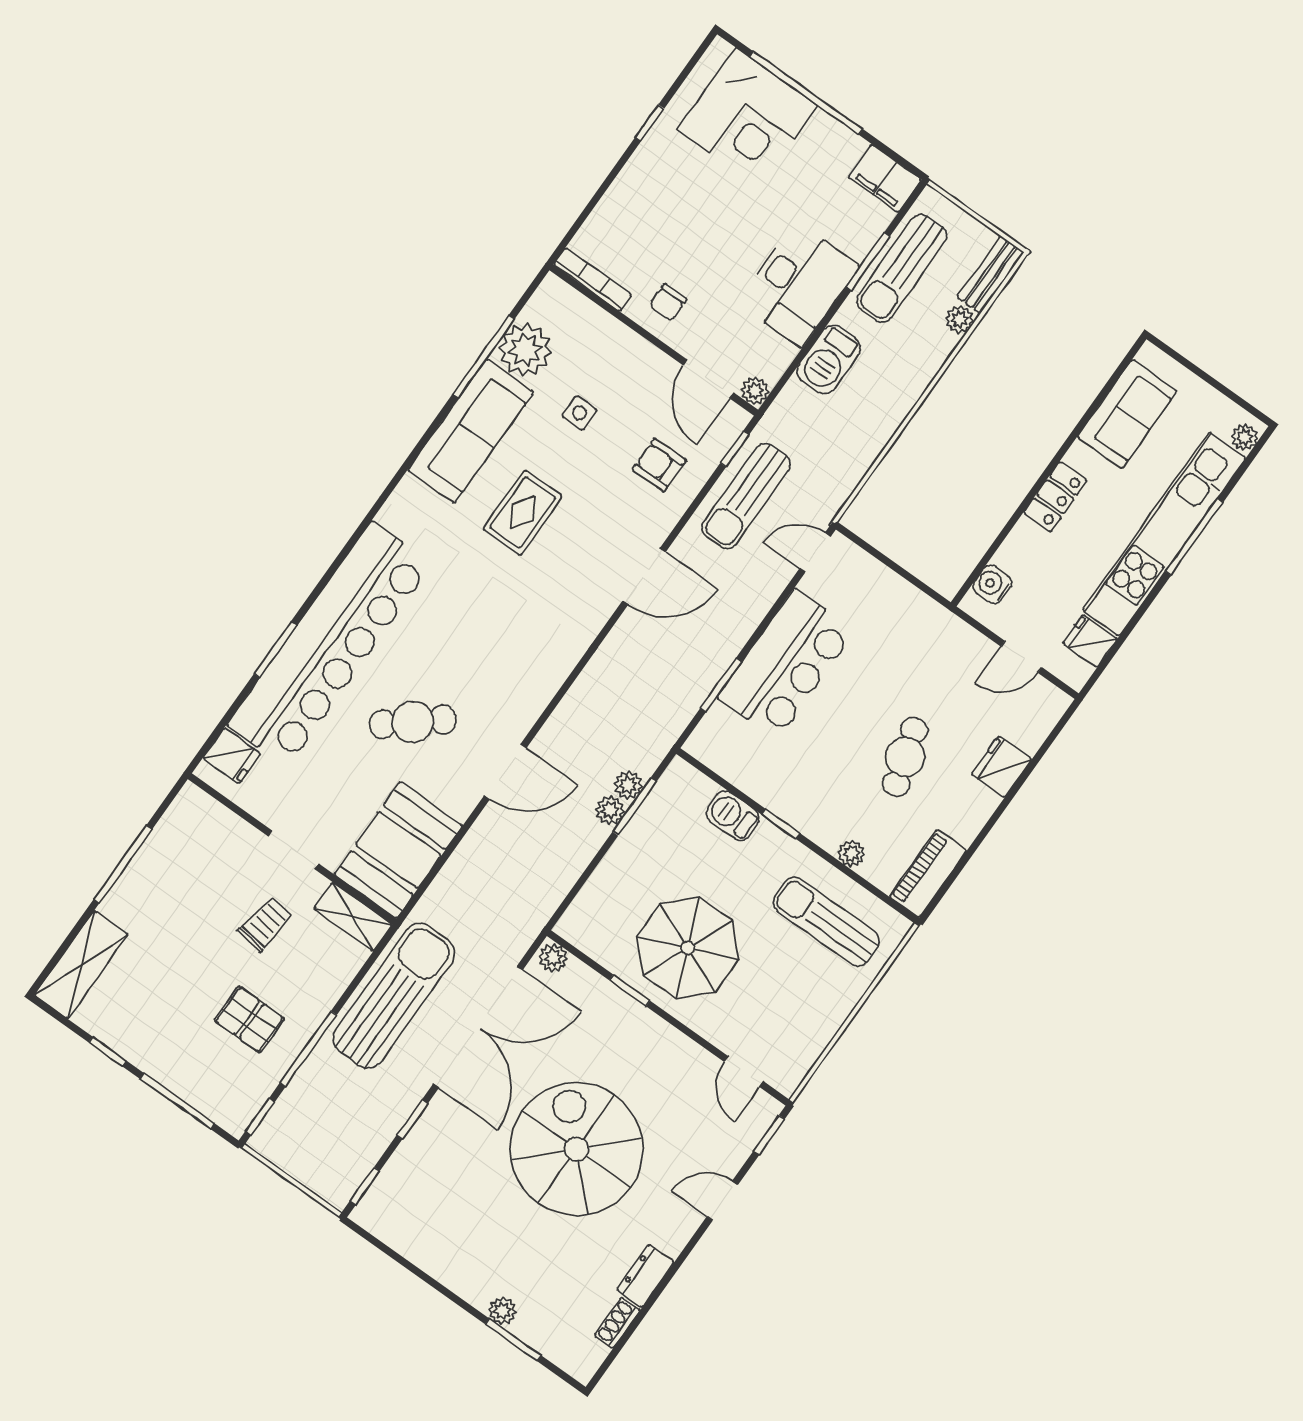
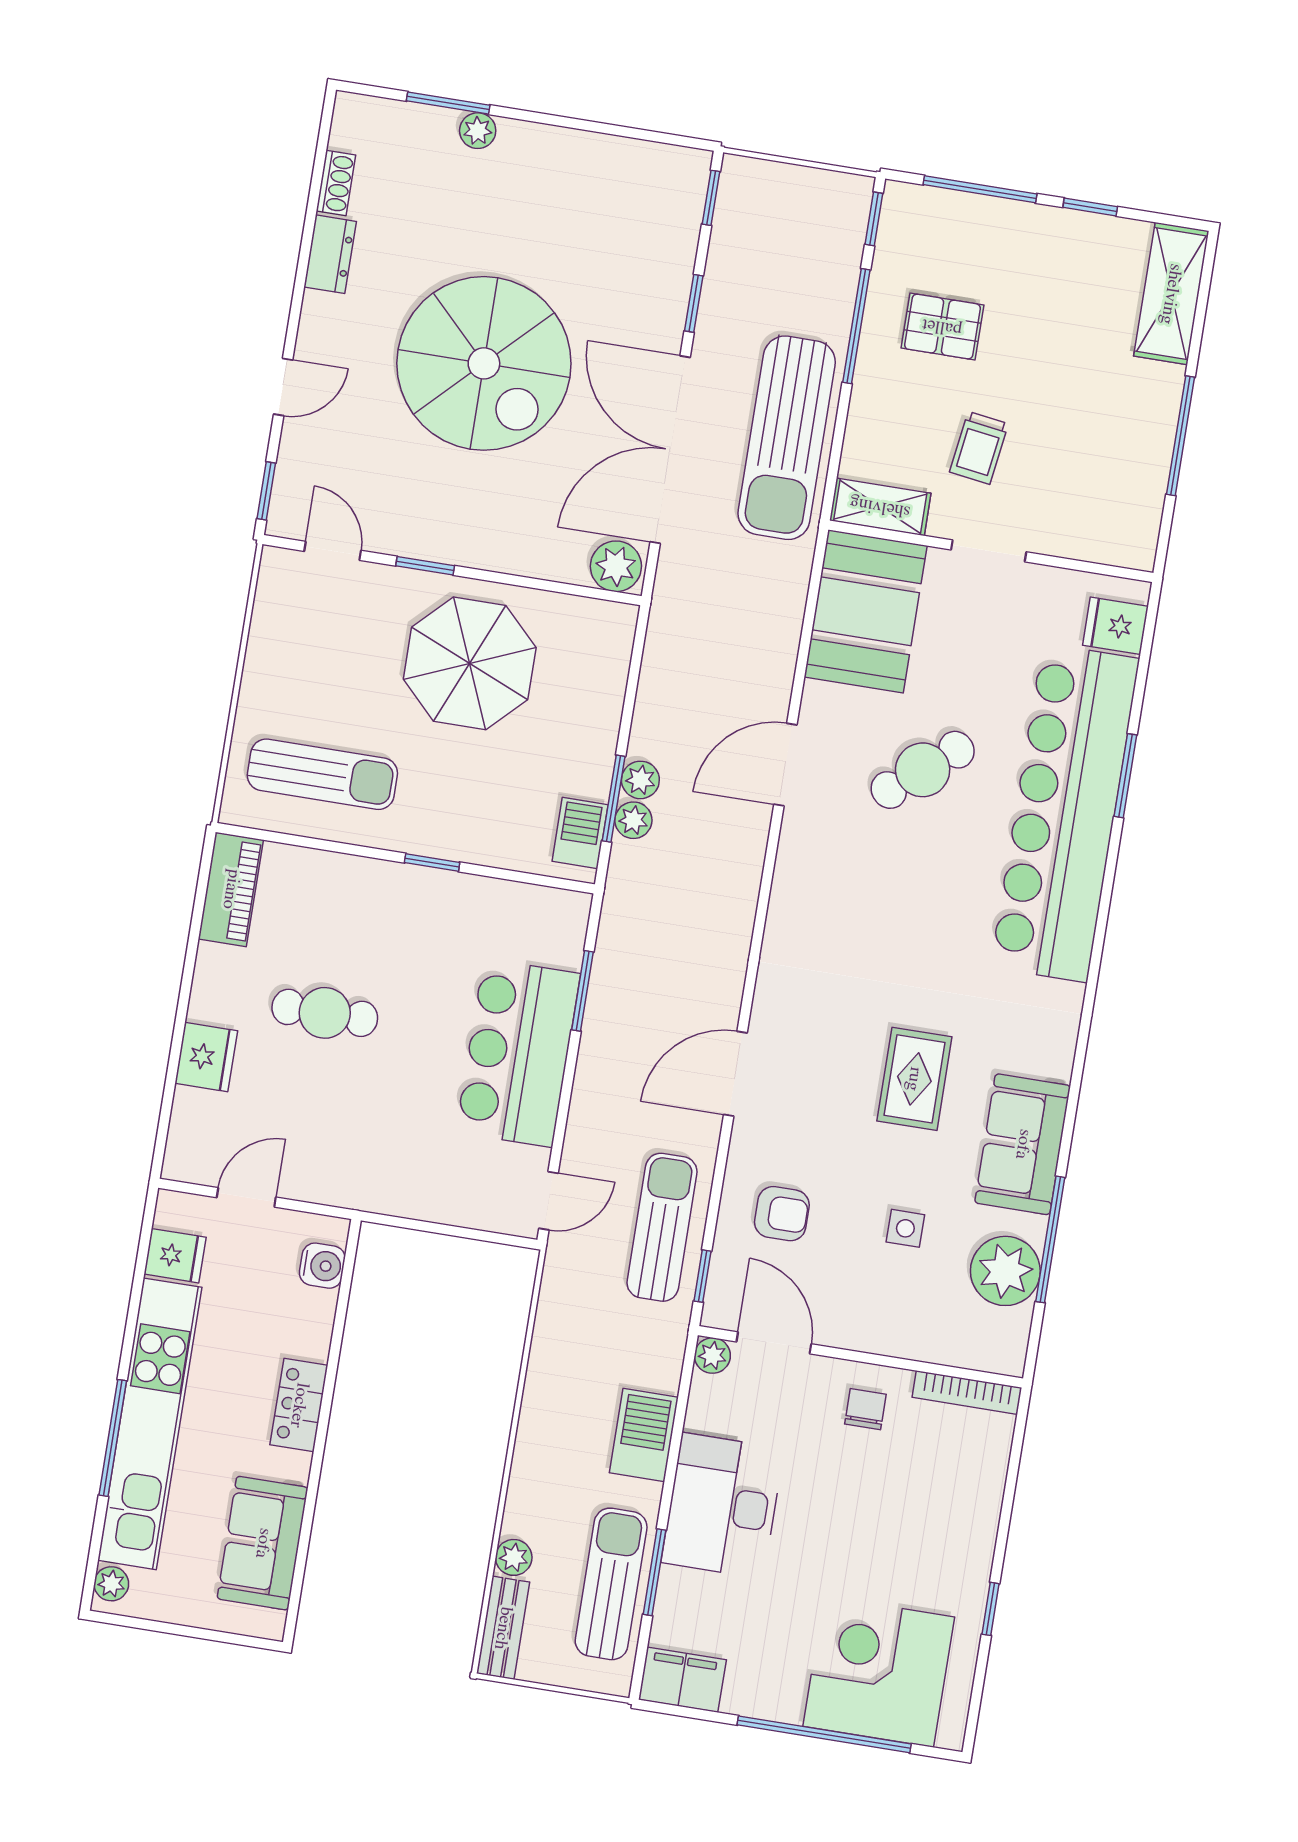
sofa: (471, 431) -> (1023, 1144), width x0.73
cafe table: (905, 757) -> (325, 1013), turned -73
barbecue: (733, 816) -> (580, 833), moved, turned -90
plant: (851, 854) -> (332, 869), removed
plant: (553, 958) -> (616, 566), width x1.38, depth x1.38
window: (630, 990) -> (425, 566), moved

